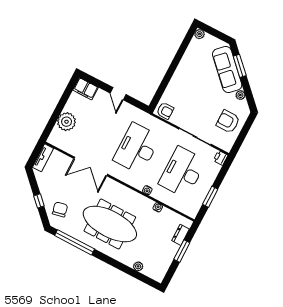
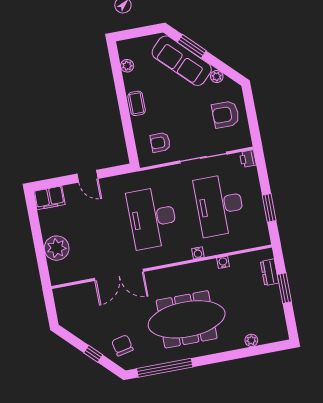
plant: (199, 34) -> (127, 66), moved
coffee table: (181, 74) -> (137, 103), added
armchair: (165, 111) -> (160, 142), moved, turned 180
tv unit: (43, 158) -> (62, 305), removed

